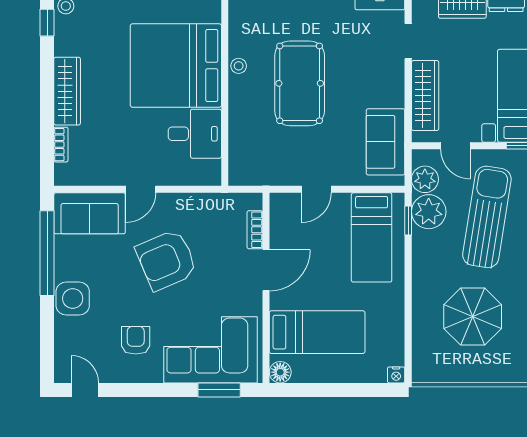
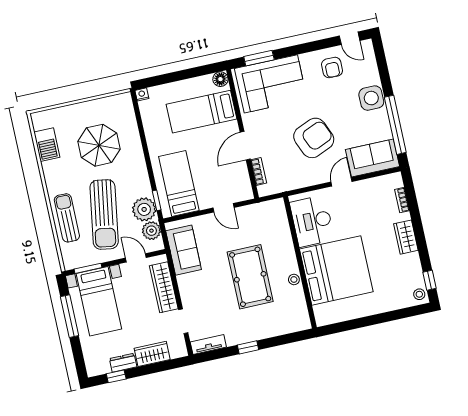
wardrobe: (67, 91) -> (406, 237), width x0.67
desk: (195, 134) -> (312, 221), width x1.37
door: (316, 189) -> (223, 208), swing flipped
armchair: (136, 340) -> (332, 68), moved

